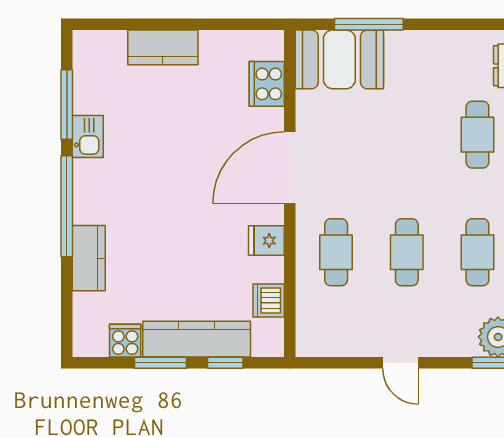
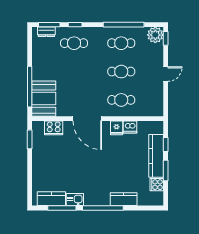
window: (238, 24) -> (30, 139), added
window: (369, 24) -> (30, 87), width x1.46
kitchen counter: (163, 47) -> (51, 199), moved, turned -90
dishwasher: (269, 300) -> (130, 127), moved

